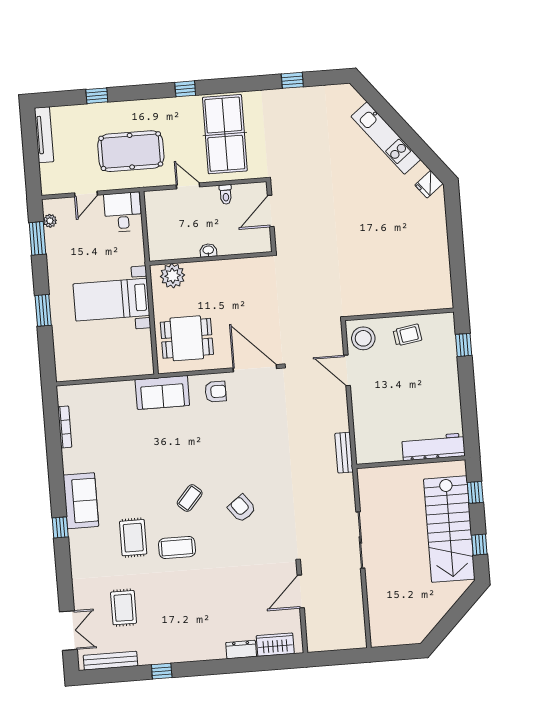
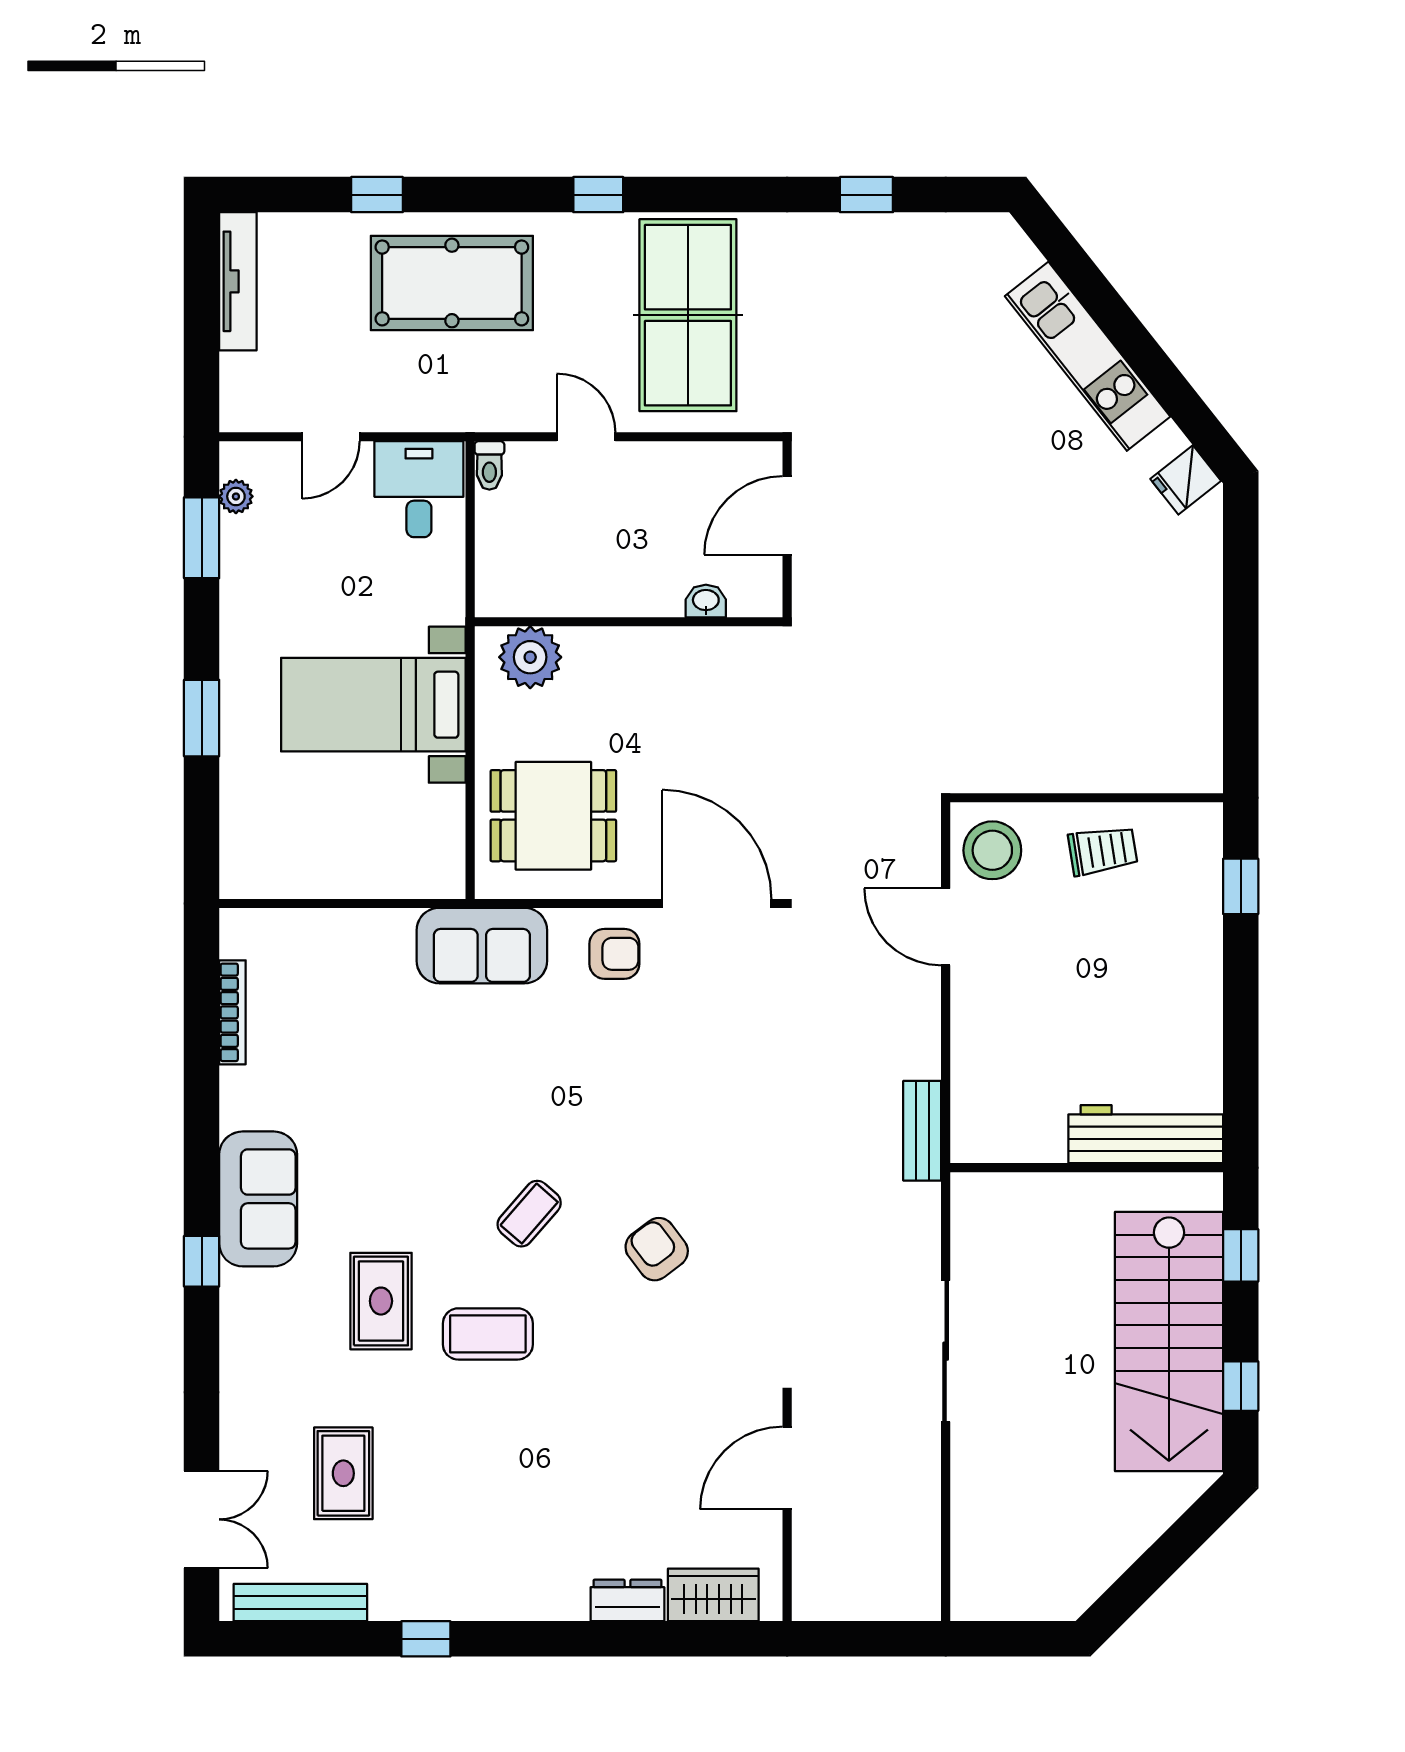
pool table: (131, 151) -> (452, 283), moved
toilet: (226, 194) -> (489, 465), moved
washbasin: (208, 250) -> (706, 601), moved

